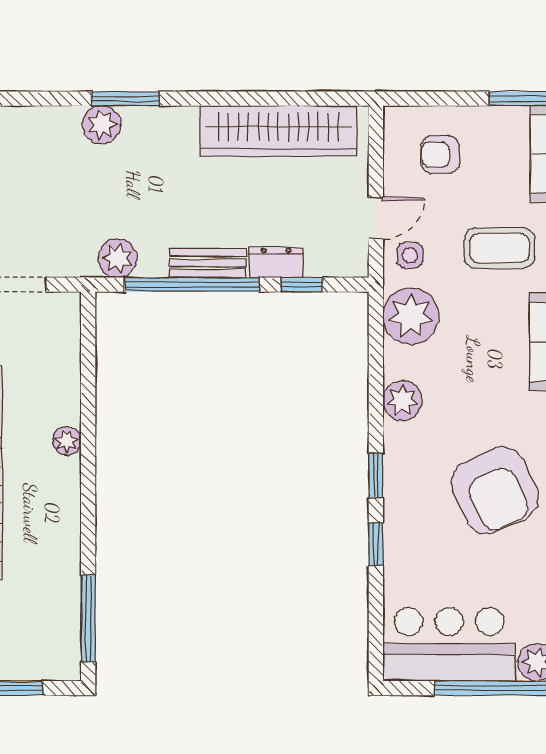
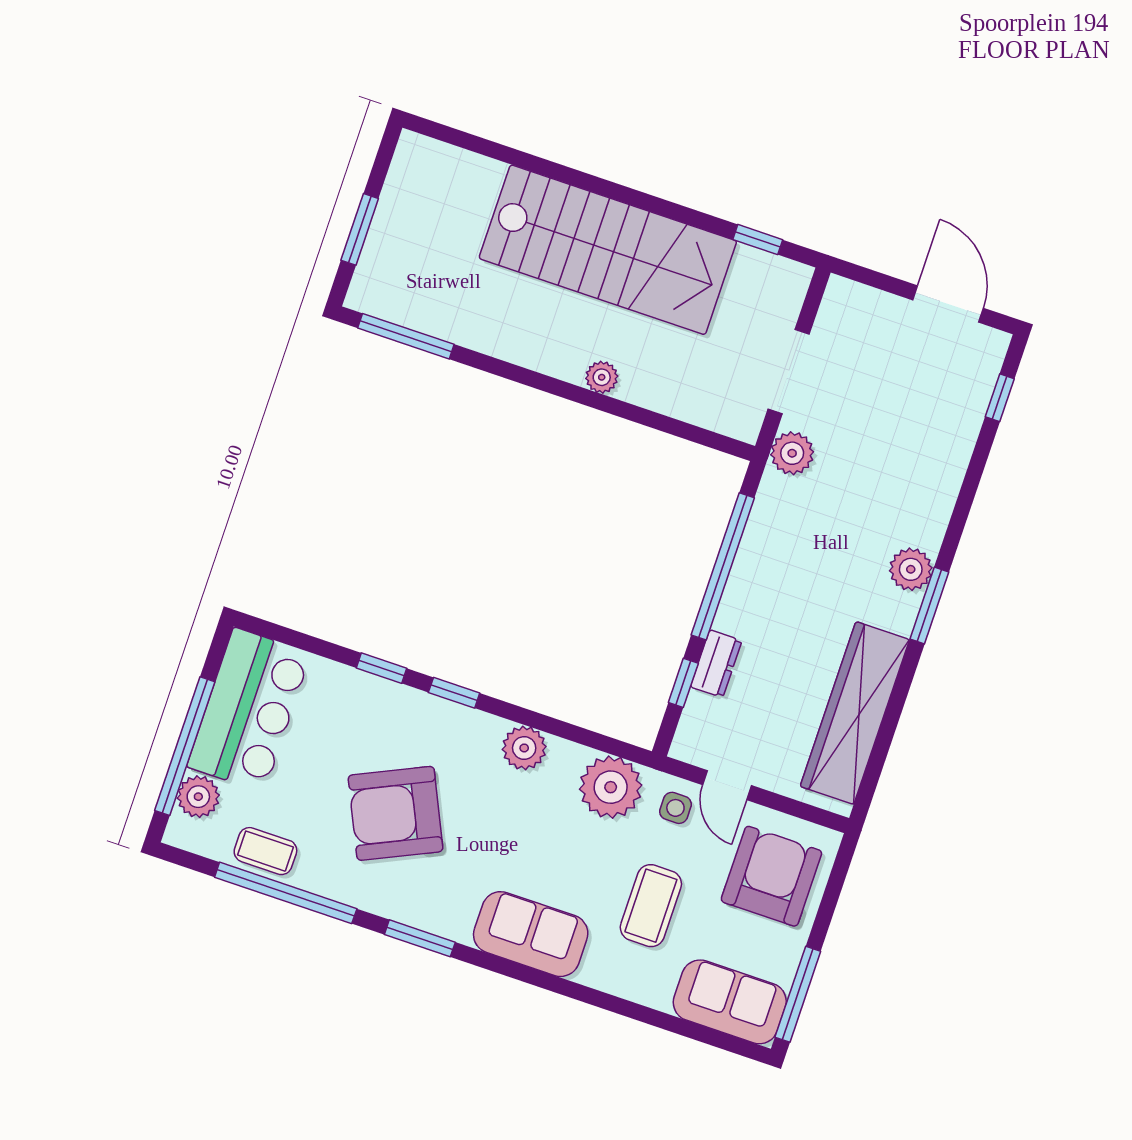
window: (125, 99) -> (929, 605), moved
plant: (102, 125) -> (911, 569), moved
armchair: (440, 155) -> (771, 876), width x1.88, depth x1.88
plant: (117, 258) -> (792, 453), moved
bench: (208, 263) -> (740, 591), removed

